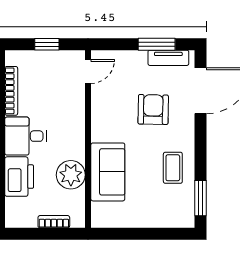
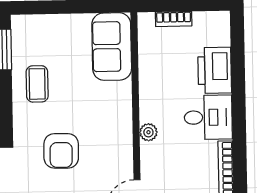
sofa: (108, 172) -> (112, 47), moved
plant: (71, 175) -> (148, 132), moved, width x0.53, depth x0.53

